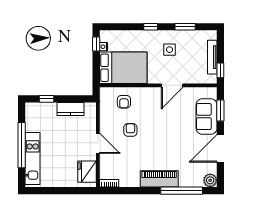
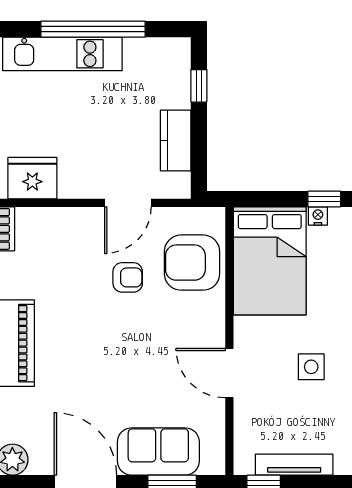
armchair: (124, 102) -> (192, 263), width x1.88, depth x1.88
door: (98, 143) -> (128, 203), moved

